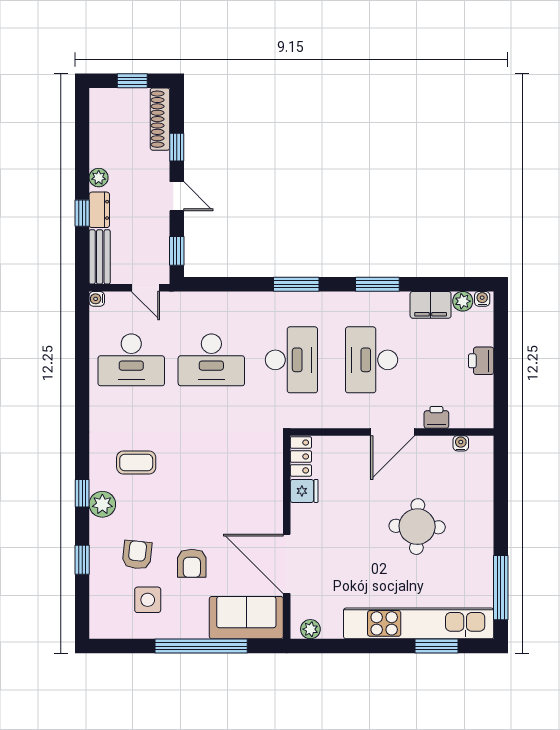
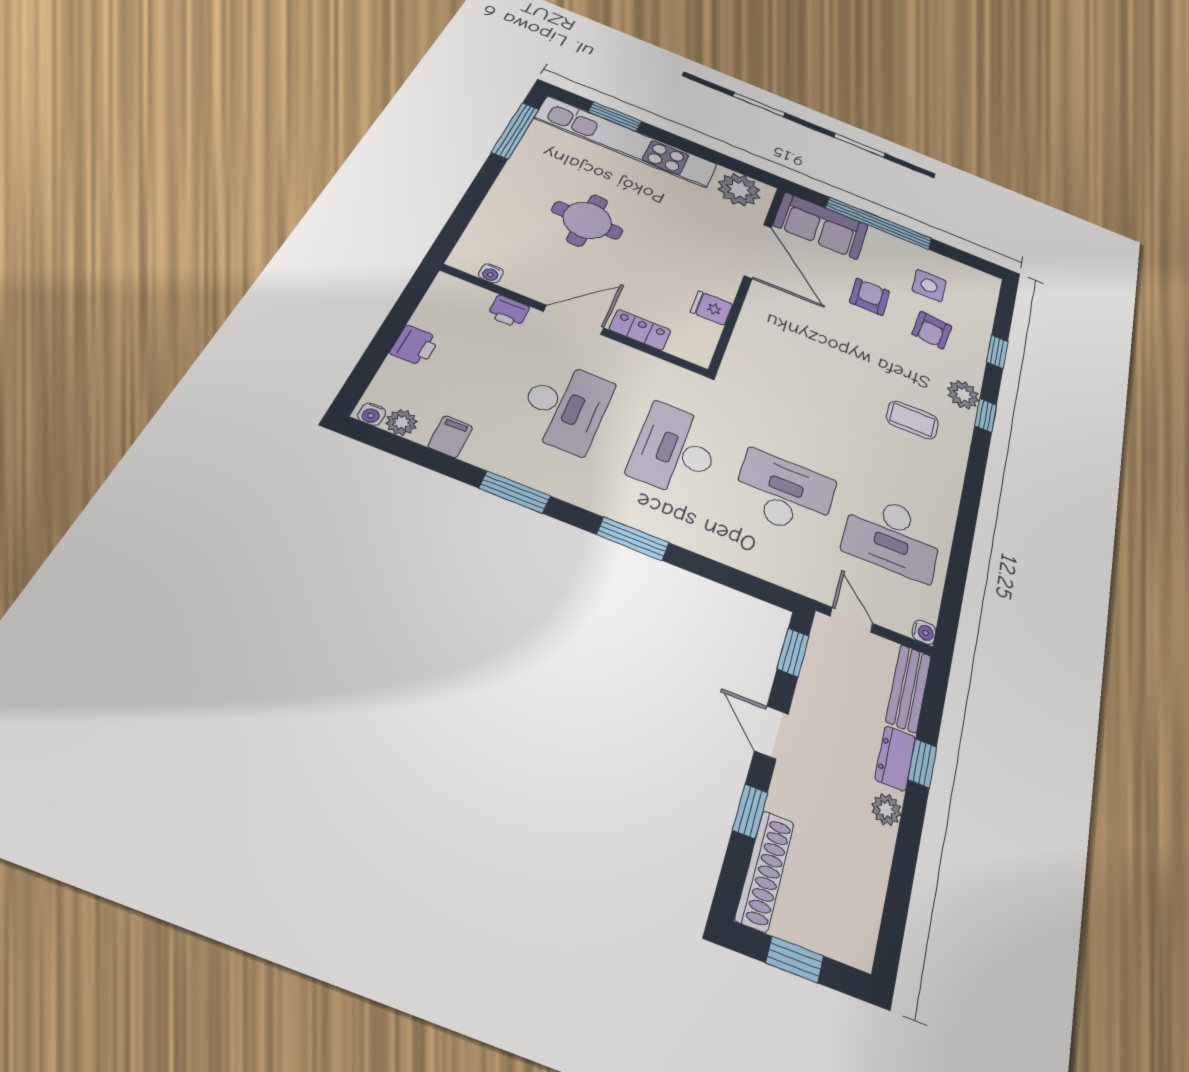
filing cabinet: (431, 305) -> (450, 437), width x0.50
desk: (131, 360) -> (893, 536), turned 180
locker: (301, 456) -> (640, 330), moved, turned 90
plant: (310, 629) -> (739, 190), width x1.88, depth x1.88

